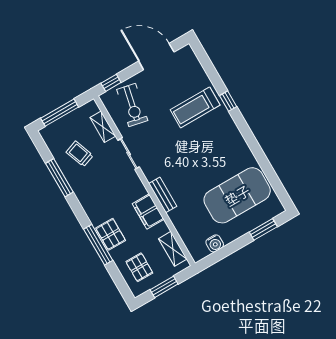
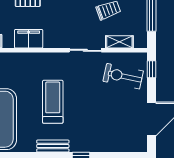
treadmill: (195, 107) -> (53, 102), moved
bench: (163, 195) -> (53, 146), moved

